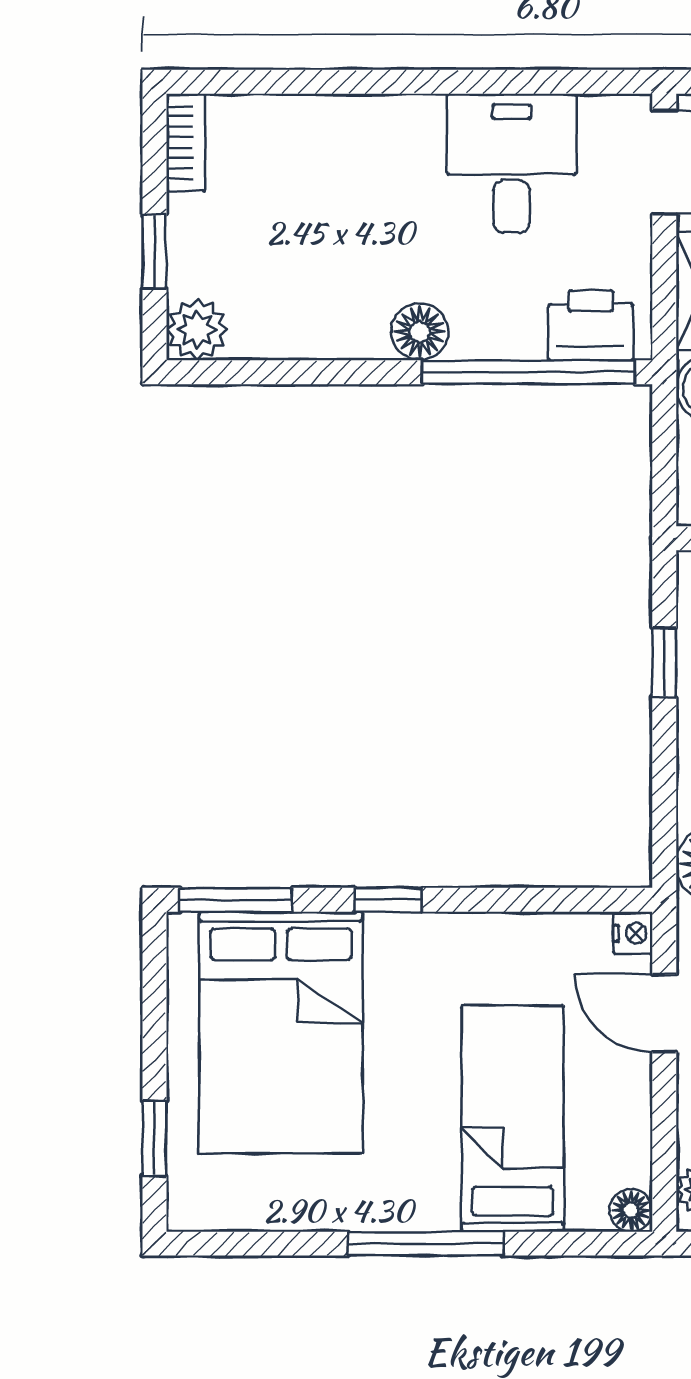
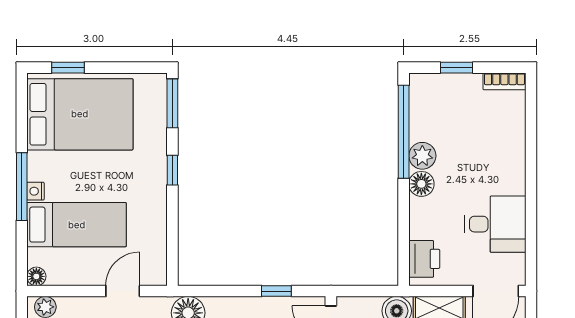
plant: (197, 330) -> (422, 156), moved
window: (528, 372) -> (404, 132), moved
nightstand: (633, 933) -> (35, 191), moved, turned 90
bed: (281, 1033) -> (80, 114), moved, turned 180

